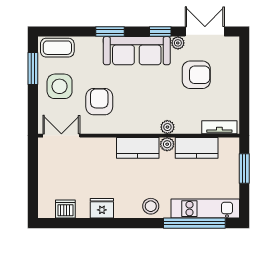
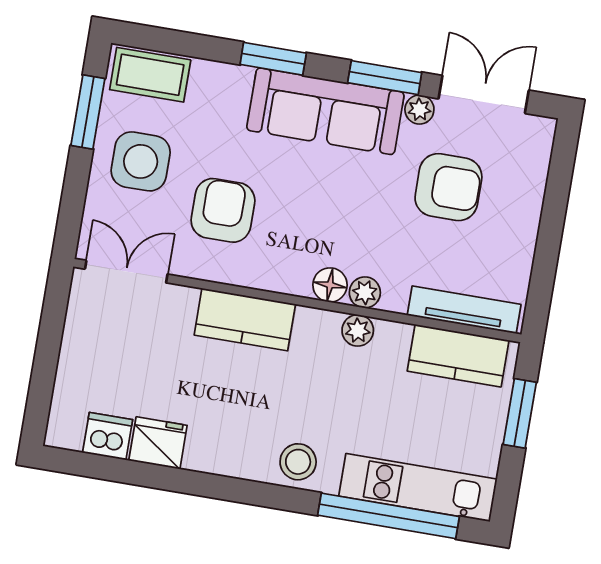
window: (160, 32) -> (385, 78), width x1.50
floor lamp: (152, 126) -> (330, 285), added
tv unit: (219, 127) -> (464, 310), width x1.41
kitchen counter: (138, 148) -> (245, 320), moved
kitchen counter: (197, 148) -> (458, 356), moved
fridge: (102, 208) -> (158, 443), moved

